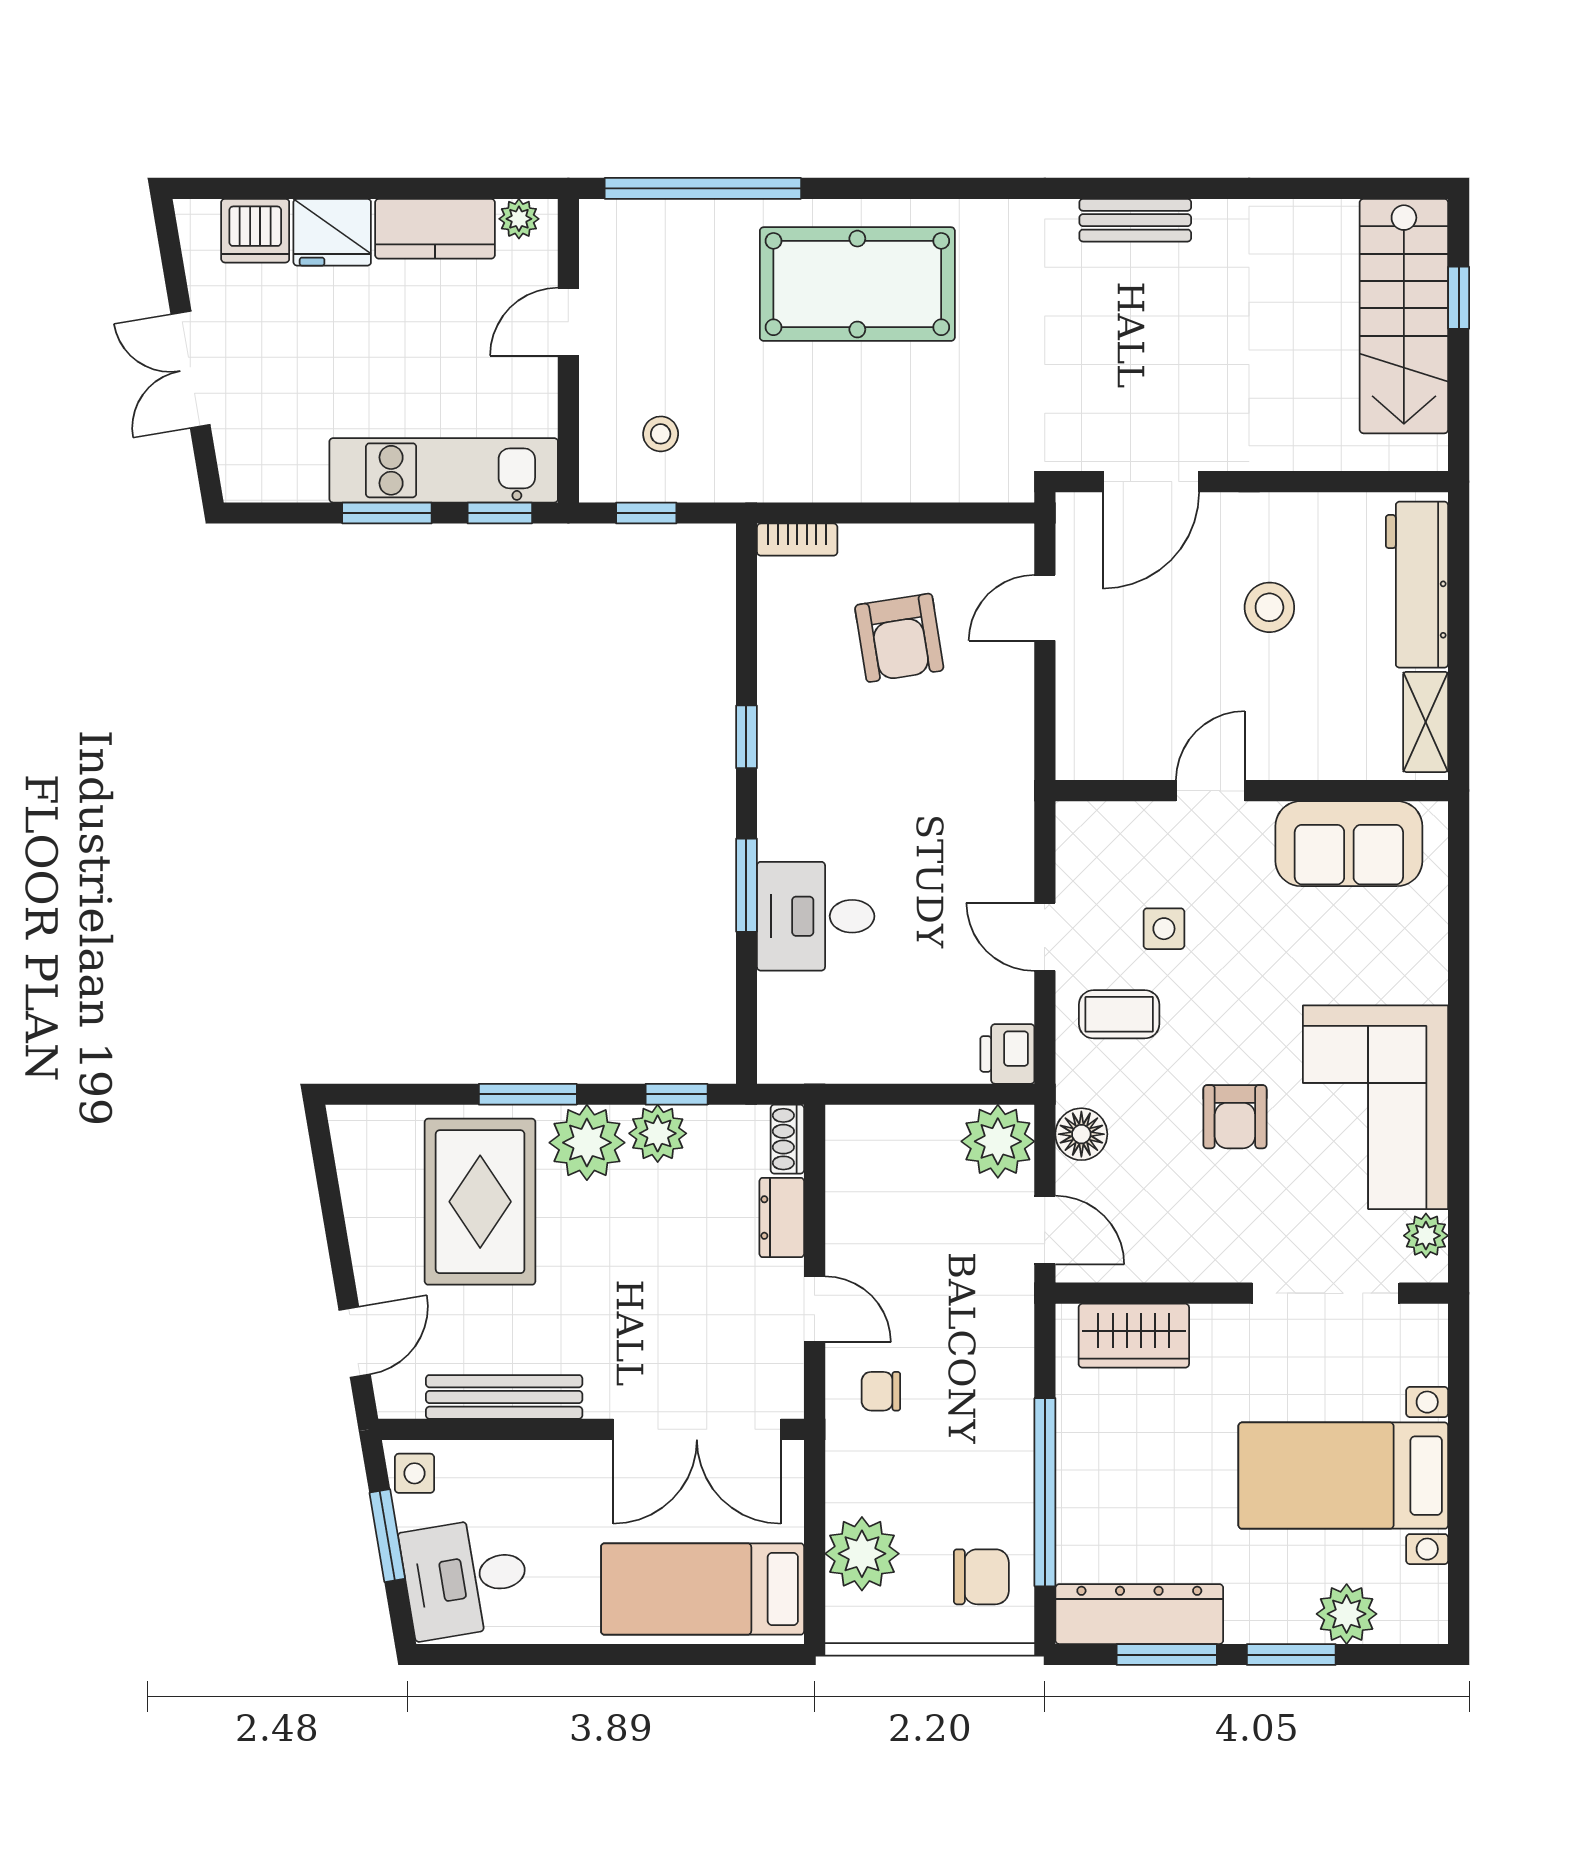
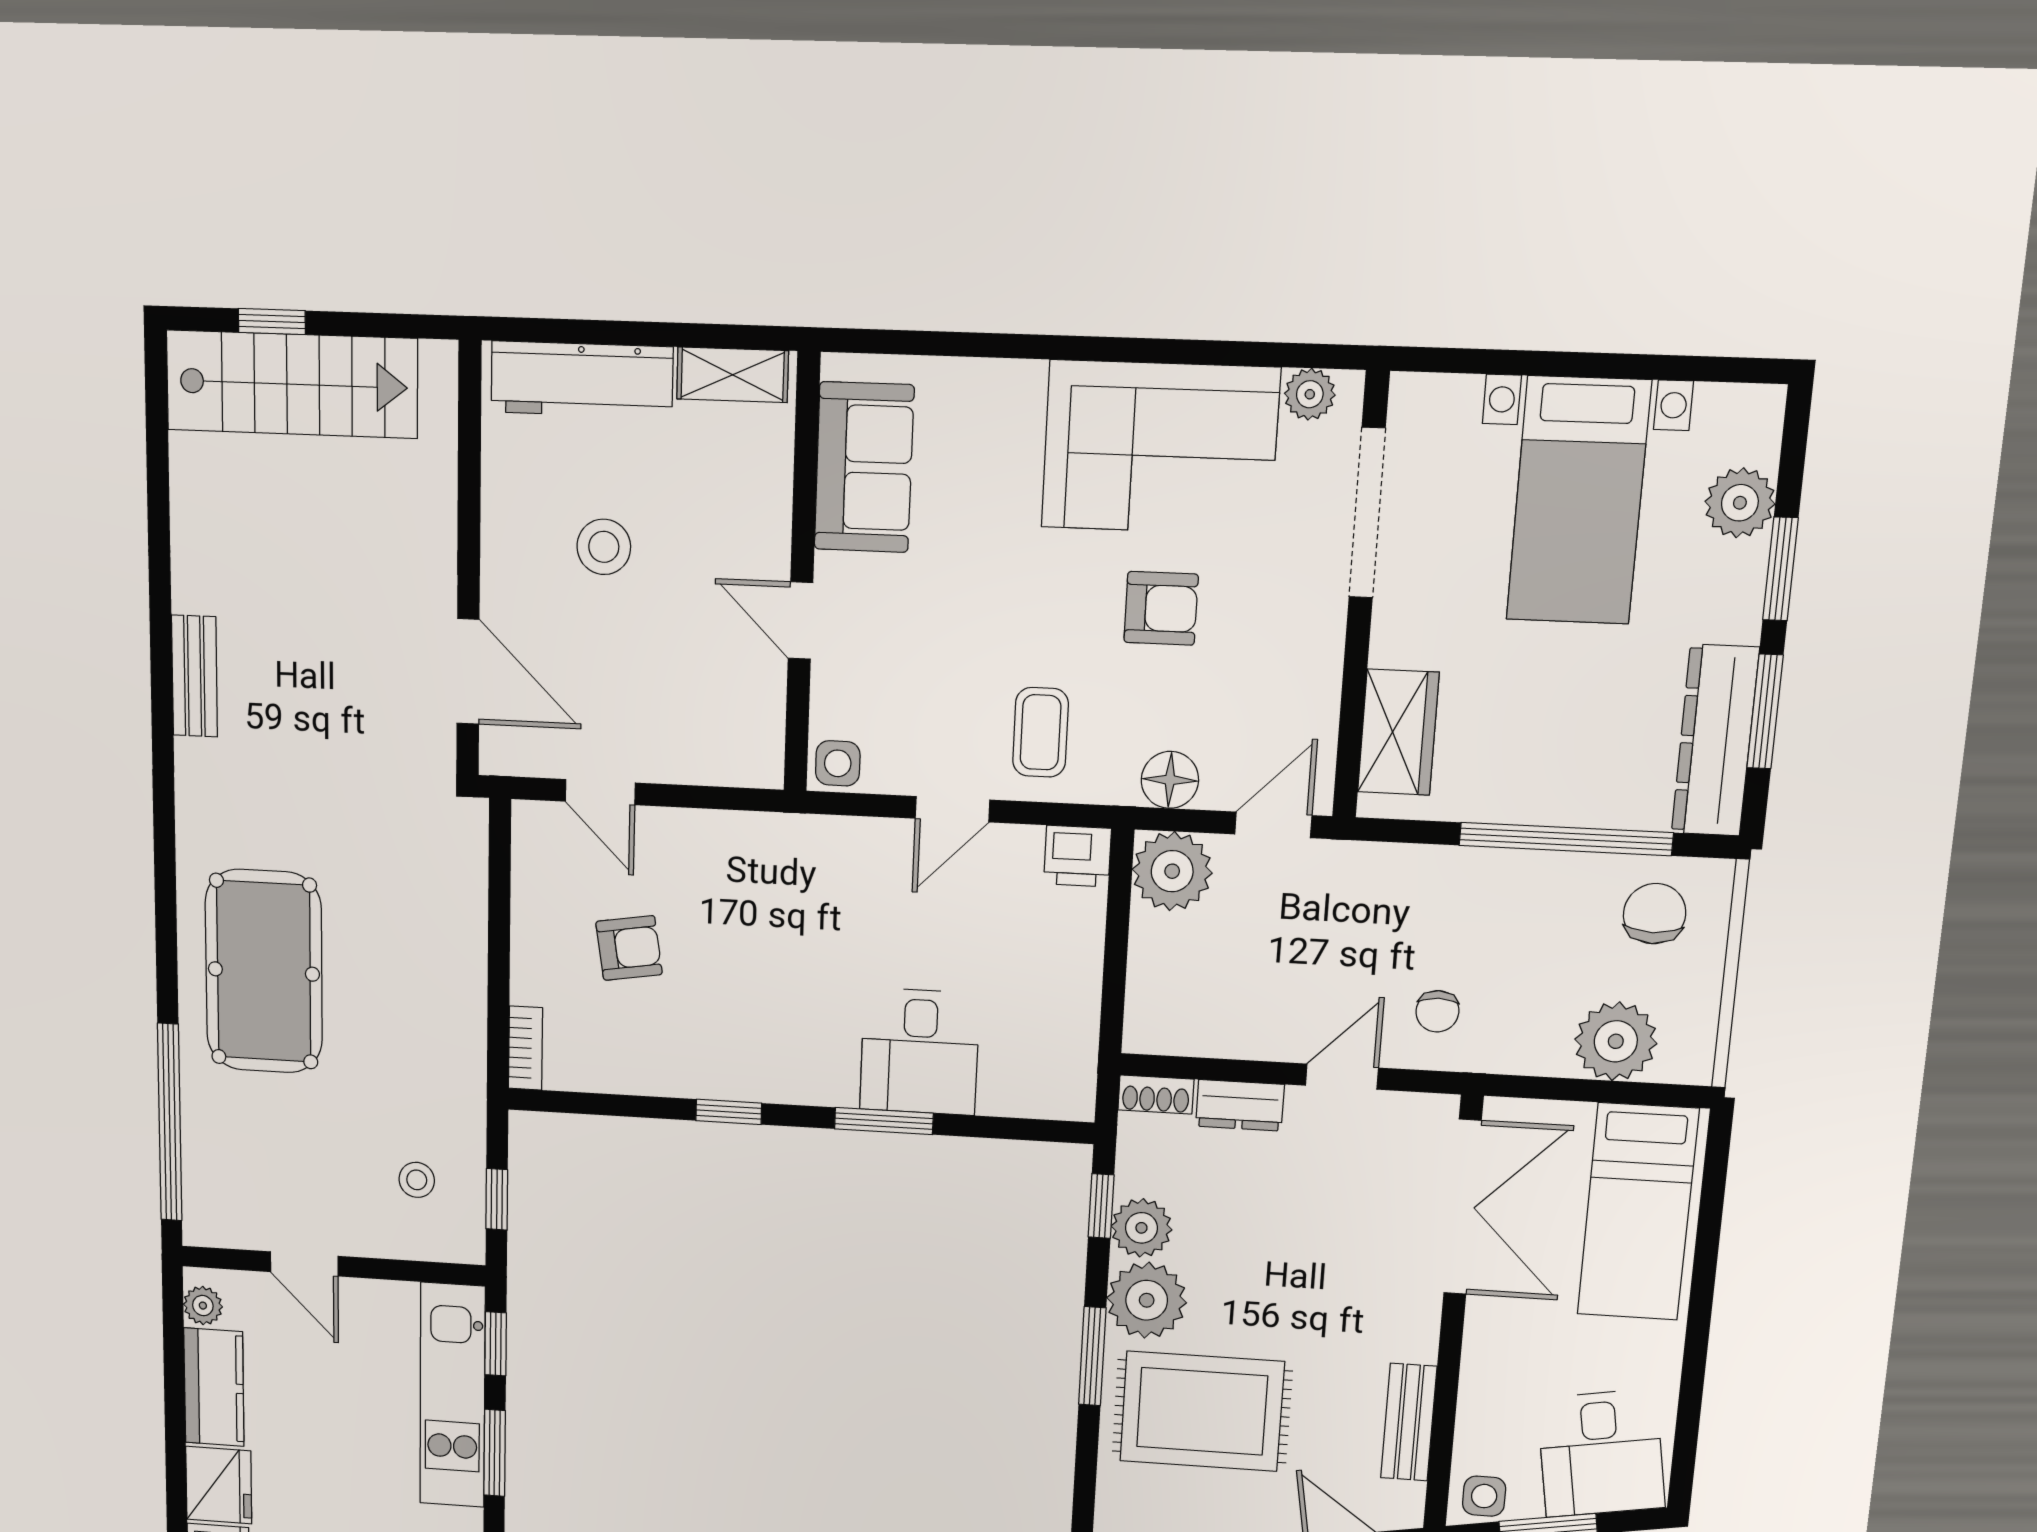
armchair: (899, 638) -> (629, 948), width x0.72, depth x0.72
side table: (1164, 929) -> (838, 763), moved
bench: (504, 1397) -> (1409, 1422), width x0.73

